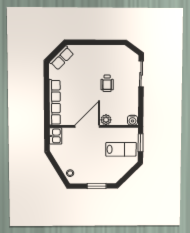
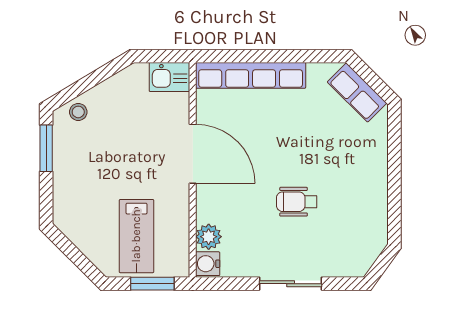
sliding door: (141, 74) -> (291, 284), moved
plant: (106, 120) -> (209, 237), moved
window: (97, 186) -> (46, 148), moved

